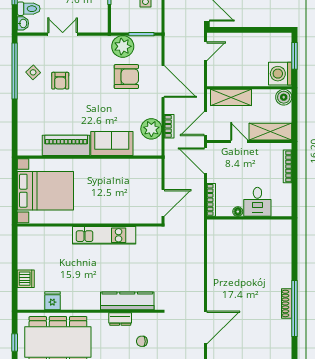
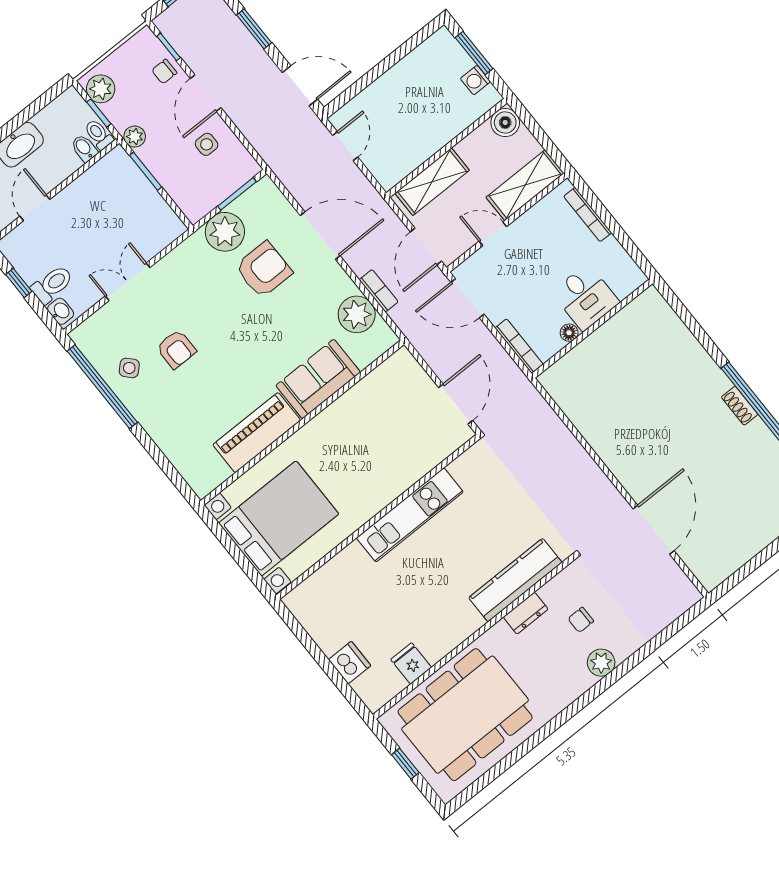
washing machine: (280, 74) -> (475, 80), width x0.53, depth x0.53
shoe rack: (287, 303) -> (740, 406), width x0.70

